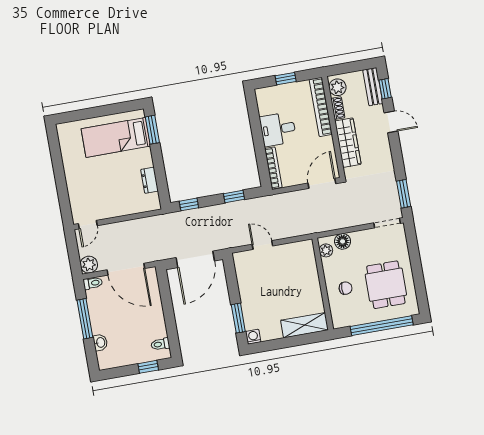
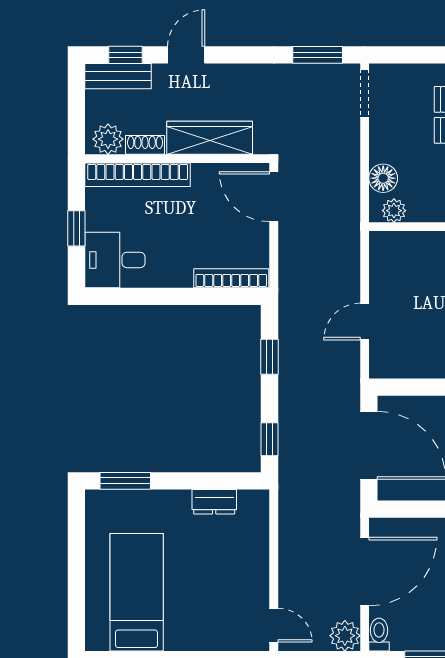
desk: (278, 129) -> (115, 260), moved, turned 90
bed: (116, 137) -> (137, 592), moved, turned 180

